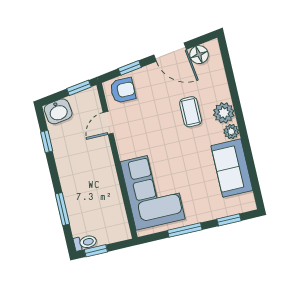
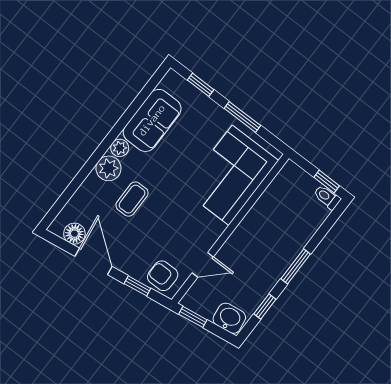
window: (62, 209) -> (296, 266), moved

